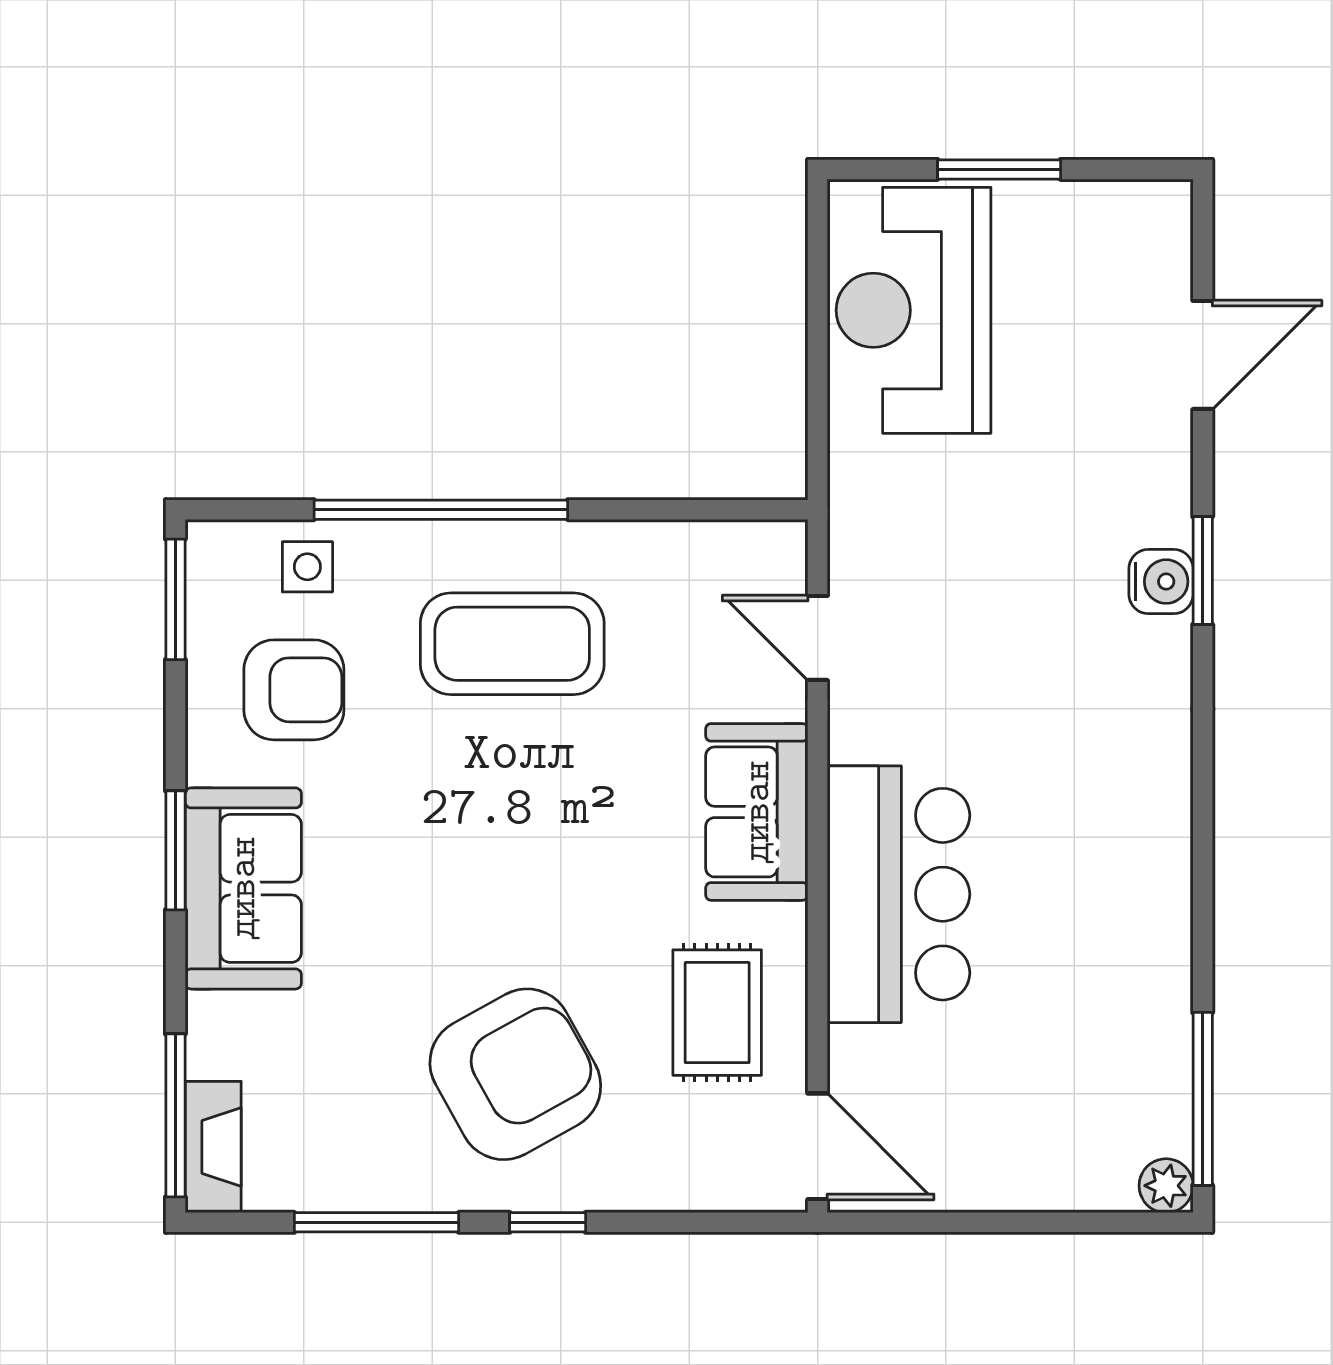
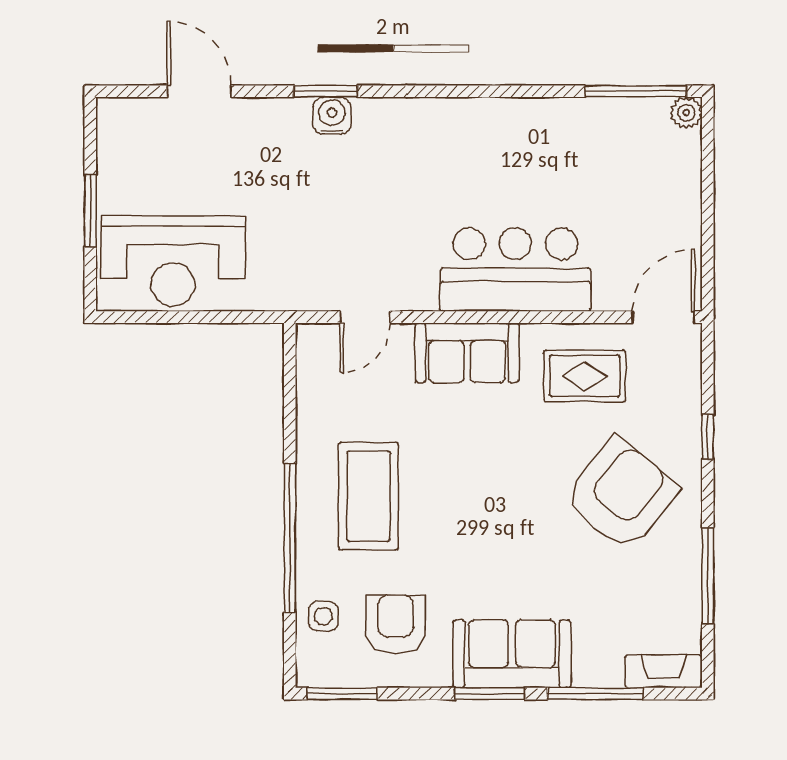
armchair: (515, 1074) -> (621, 494), turned 68
window: (175, 1115) -> (595, 694), moved
window: (548, 1222) -> (708, 437), moved

